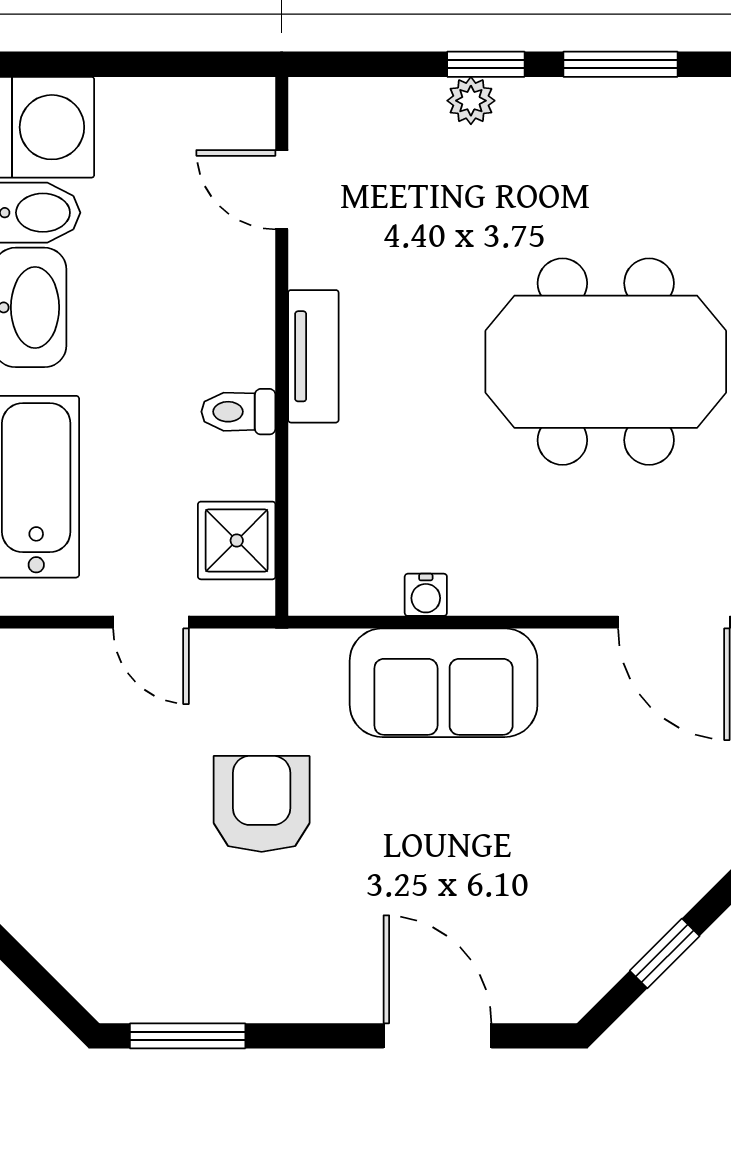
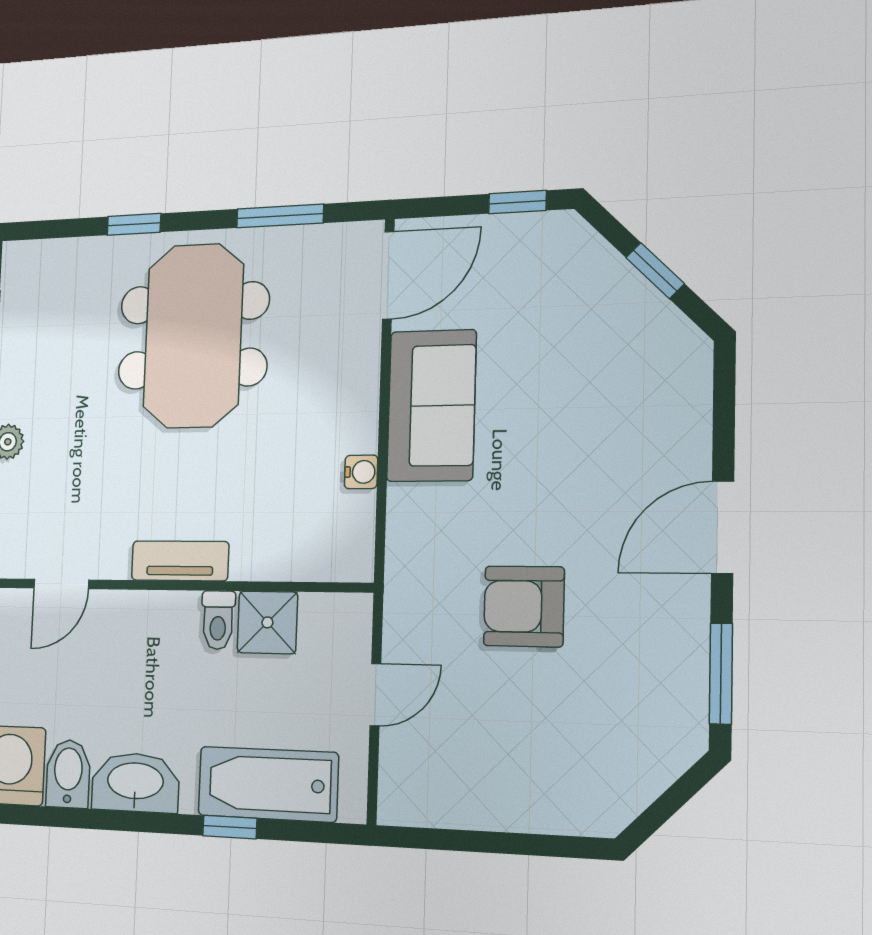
shower: (237, 540) -> (267, 622), moved
sofa: (444, 683) -> (431, 406), moved
door: (438, 1036) -> (723, 527), moved

